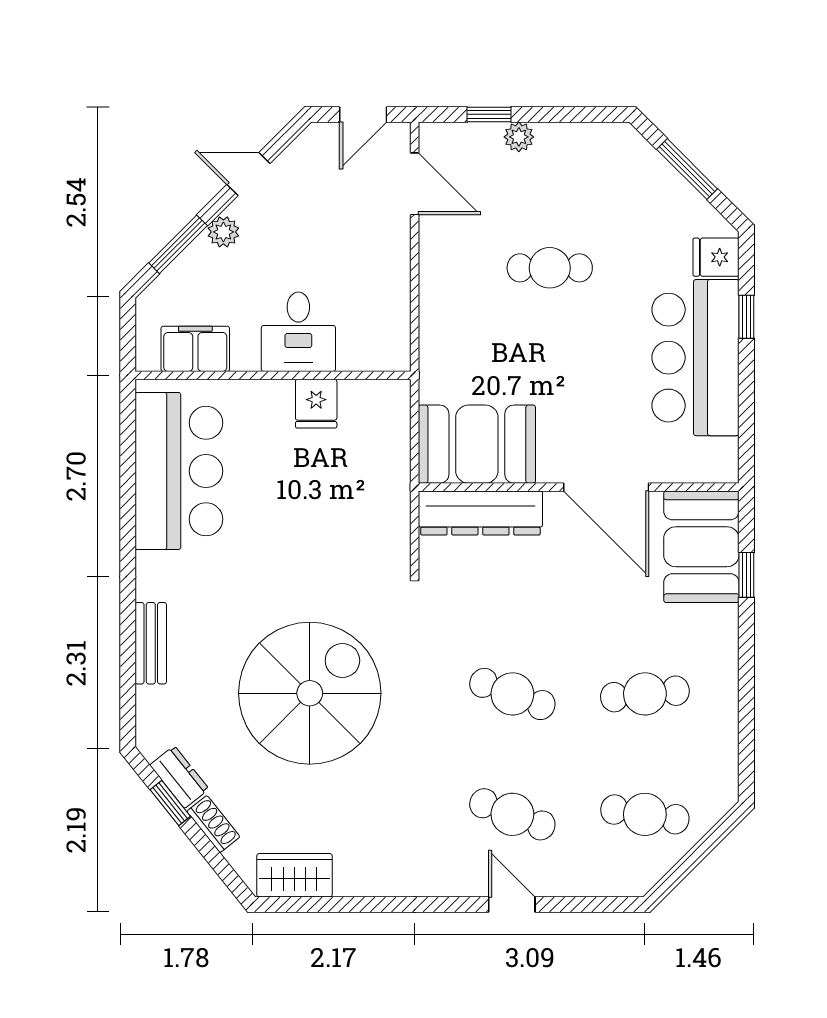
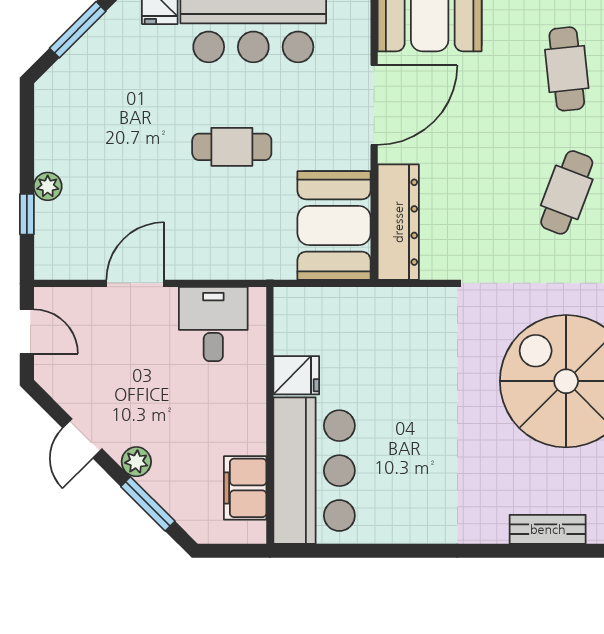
door: (415, 184) -> (135, 283), moved
cafe table: (550, 268) -> (232, 147), moved, turned 90
desk: (298, 332) -> (213, 324), moved, turned -90
bar counter: (179, 471) -> (314, 471), moved, turned 90
bench: (151, 643) -> (548, 529), moved

